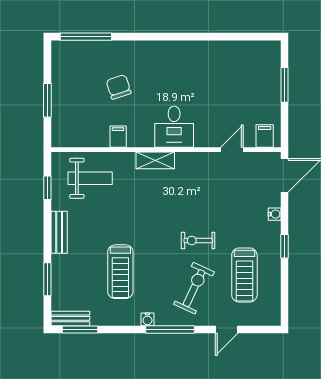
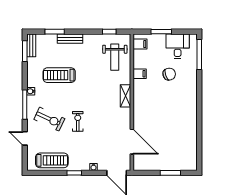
desk: (174, 127) -> (178, 46), moved, turned 90
filing cabinet: (265, 136) -> (140, 44), moved
door: (232, 150) -> (132, 142), width x1.88
bench: (59, 232) -> (70, 39), moved
treadmill: (244, 275) -> (52, 160), moved, turned 180

